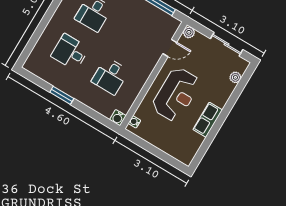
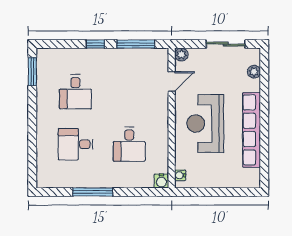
reception desk: (176, 94) -> (205, 124), turned 180
window: (62, 95) -> (93, 192), width x1.44
row of seats: (208, 120) -> (251, 130), width x2.02

